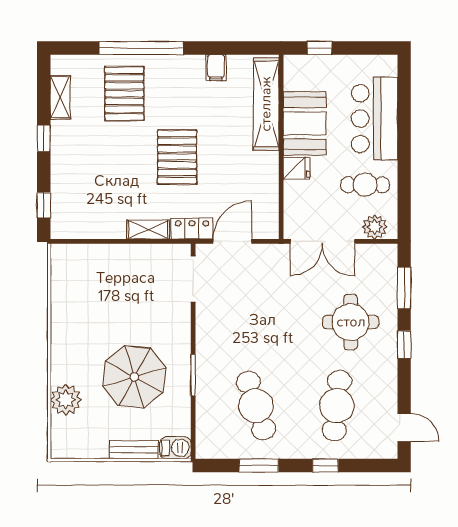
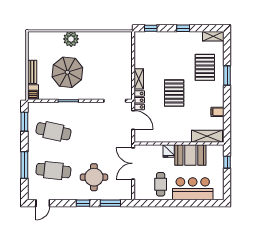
window: (141, 48) -> (227, 76), width x0.47
pallet: (124, 94) -> (205, 67), turned 90
shelving: (60, 97) -> (213, 36), moved
shelving: (266, 104) -> (207, 136), width x0.68
pallet: (177, 157) -> (174, 93), turned 90
plant: (375, 227) -> (140, 189), removed
plant: (66, 400) -> (71, 39), moved
cafe table: (256, 406) -> (53, 131), turned 30
window: (259, 466) -> (24, 122), moved
window: (325, 466) -> (24, 165), width x2.17

